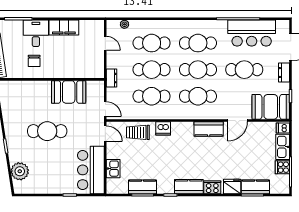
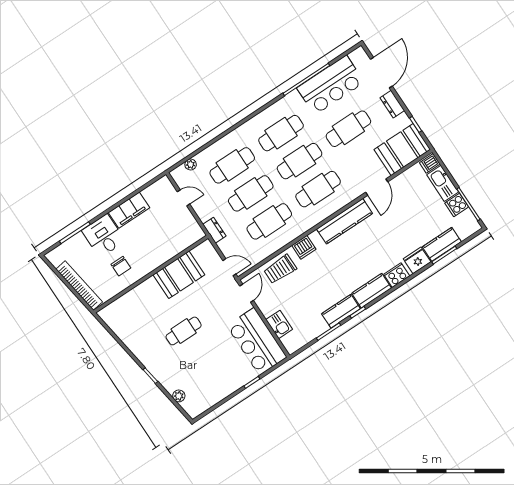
kitchen counter: (209, 129) -> (345, 221), width x1.50
cafe table: (47, 131) -> (184, 331), width x0.73, depth x0.74
door: (105, 134) -> (247, 293), hinge flipped
plant: (20, 171) -> (179, 396), width x0.53, depth x0.53
kitchen counter: (143, 187) -> (341, 311), moved

